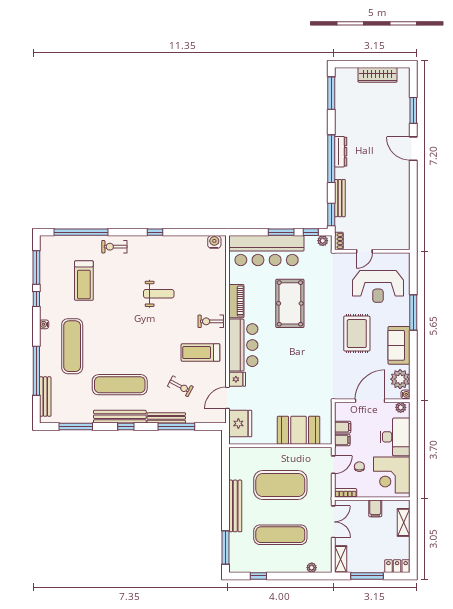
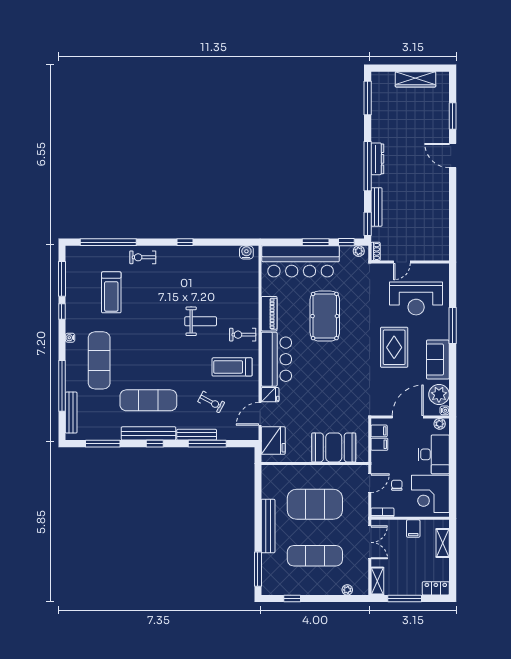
weight bench: (159, 294) -> (201, 321), moved
filing cabinet: (342, 440) -> (379, 431), moved

